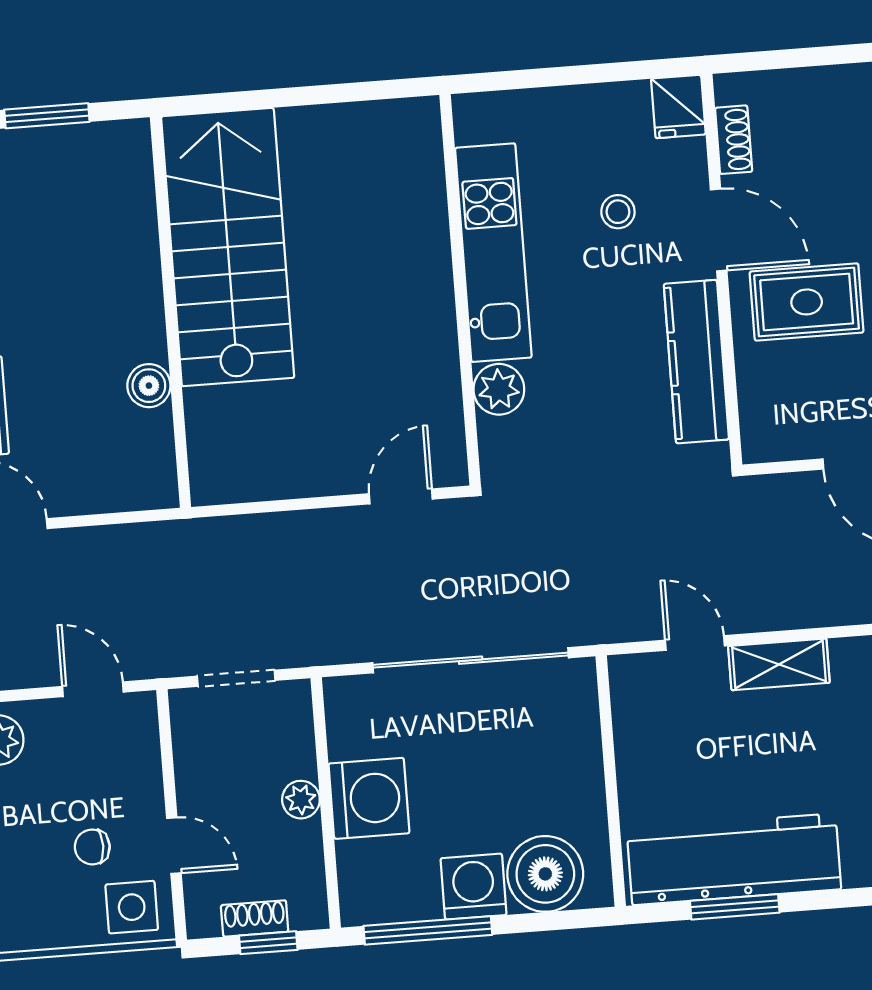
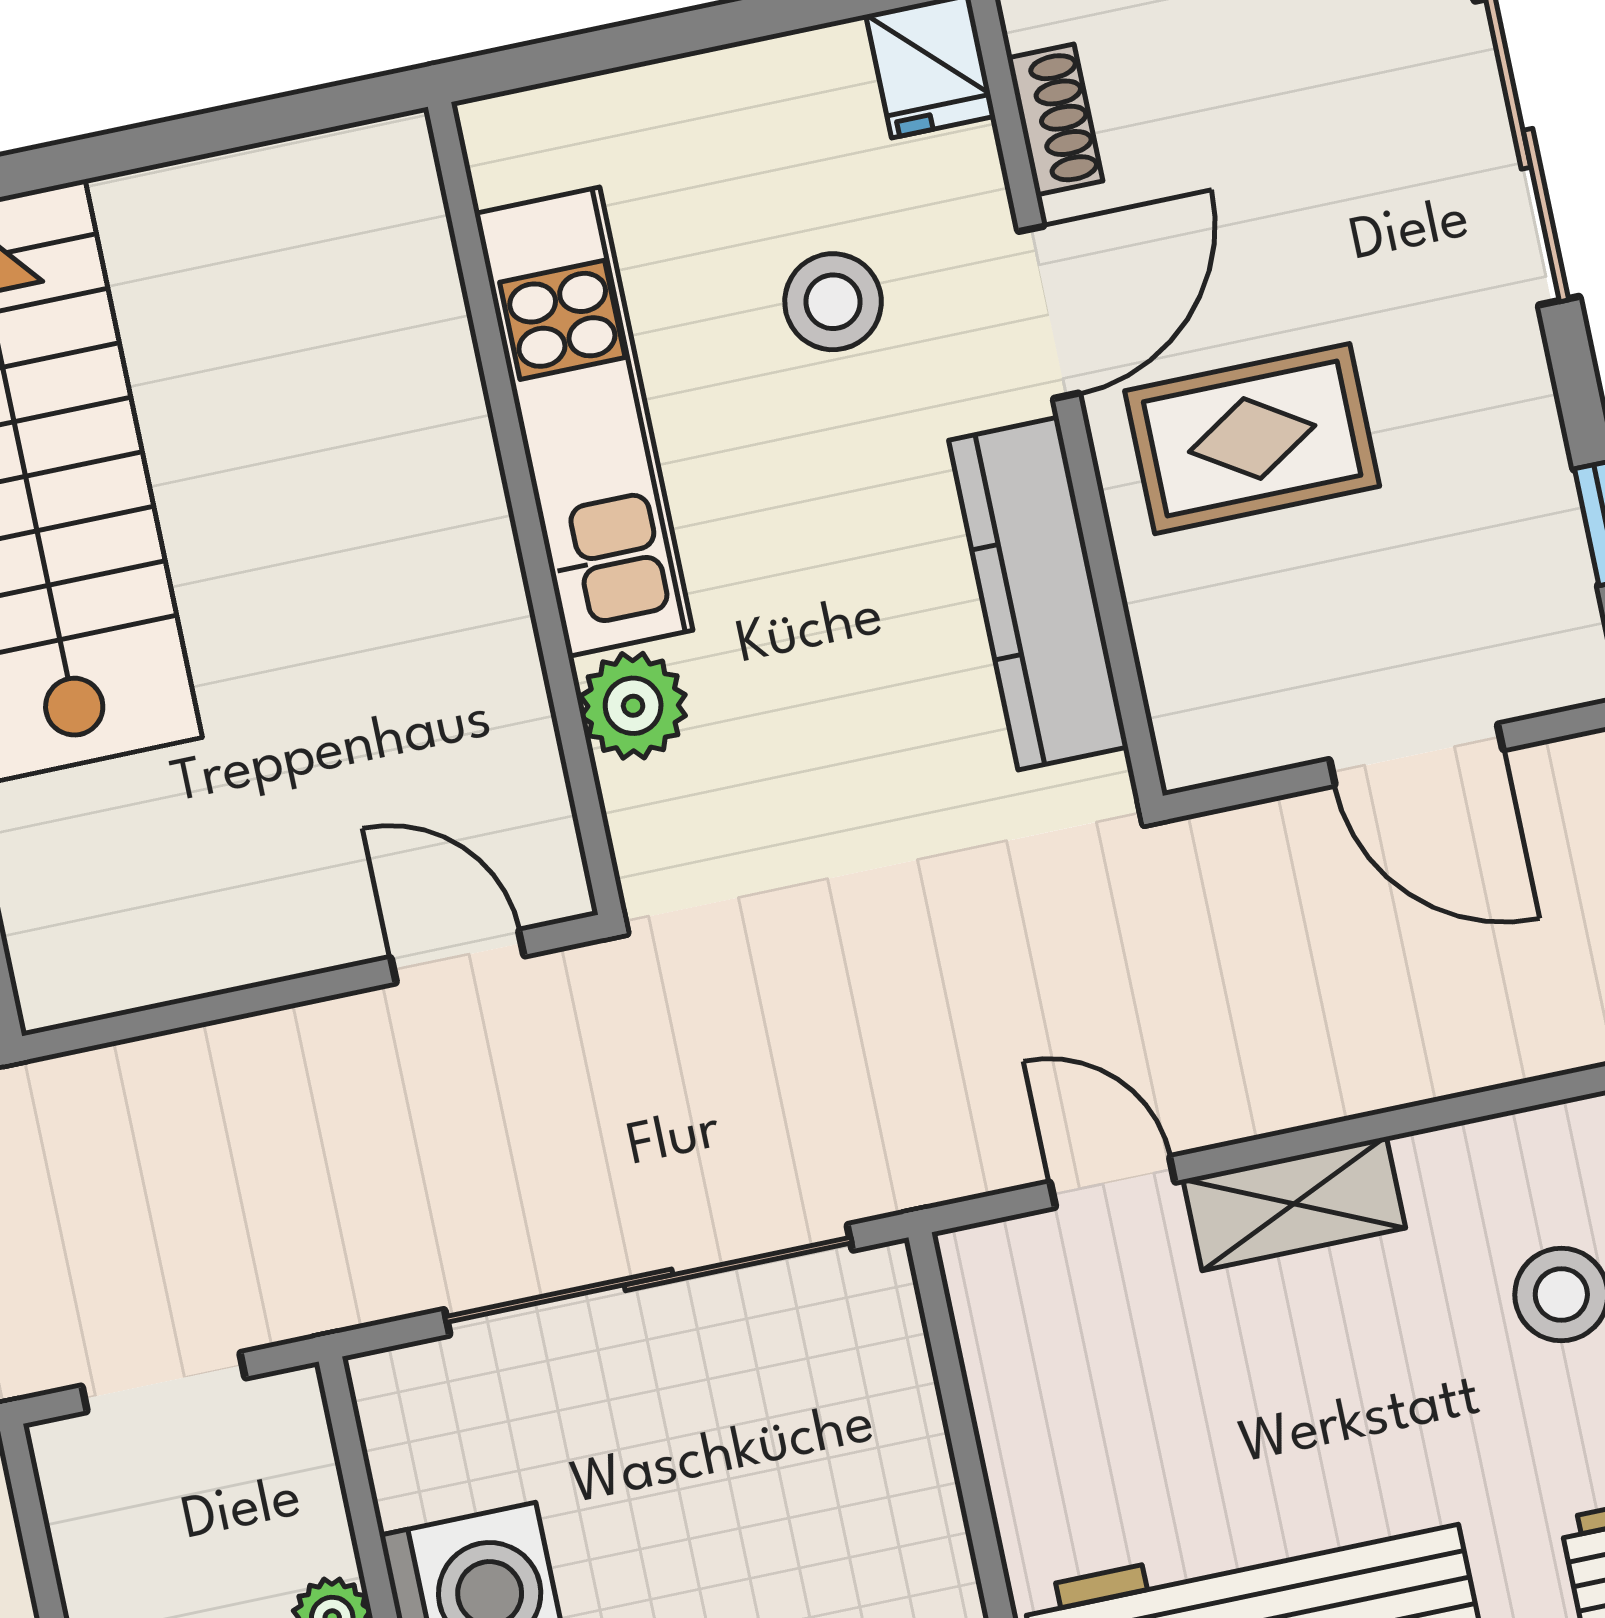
stool: (618, 212) -> (833, 302), width x1.37, depth x1.37
door: (719, 230) -> (1049, 312), hinge flipped
door: (401, 496) -> (458, 957), hinge flipped

